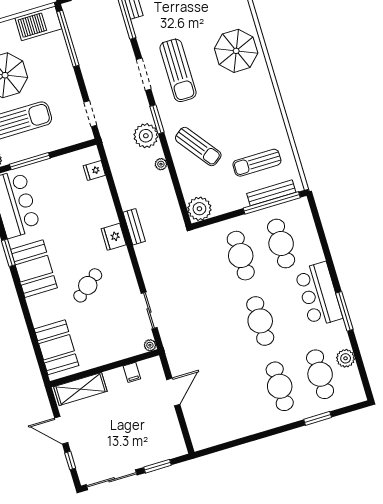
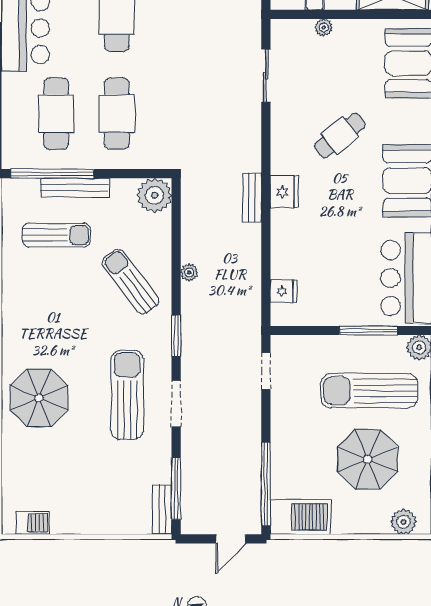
plant: (146, 136) -> (198, 318), removed
bench: (271, 193) -> (75, 188), moved
plant: (150, 345) -> (324, 27), moved

